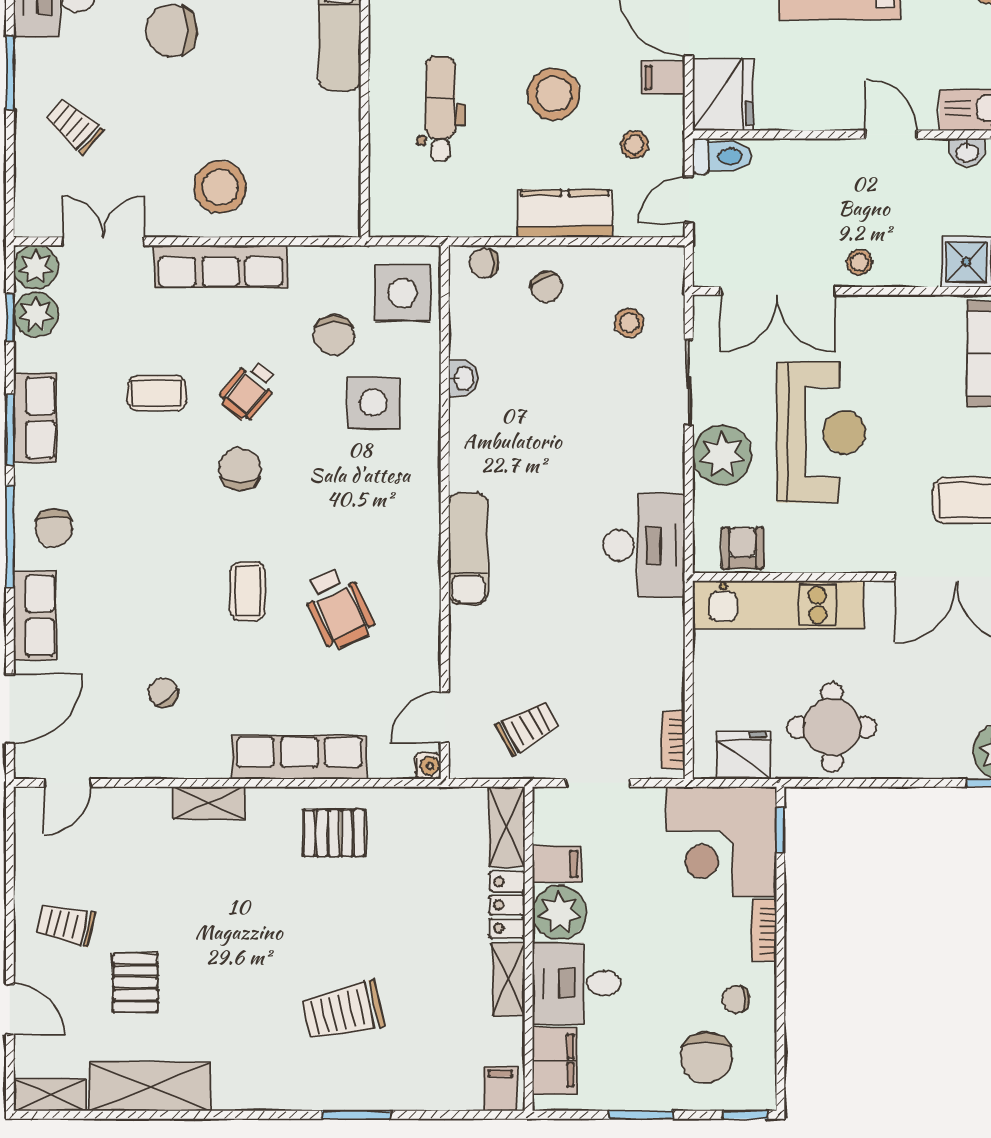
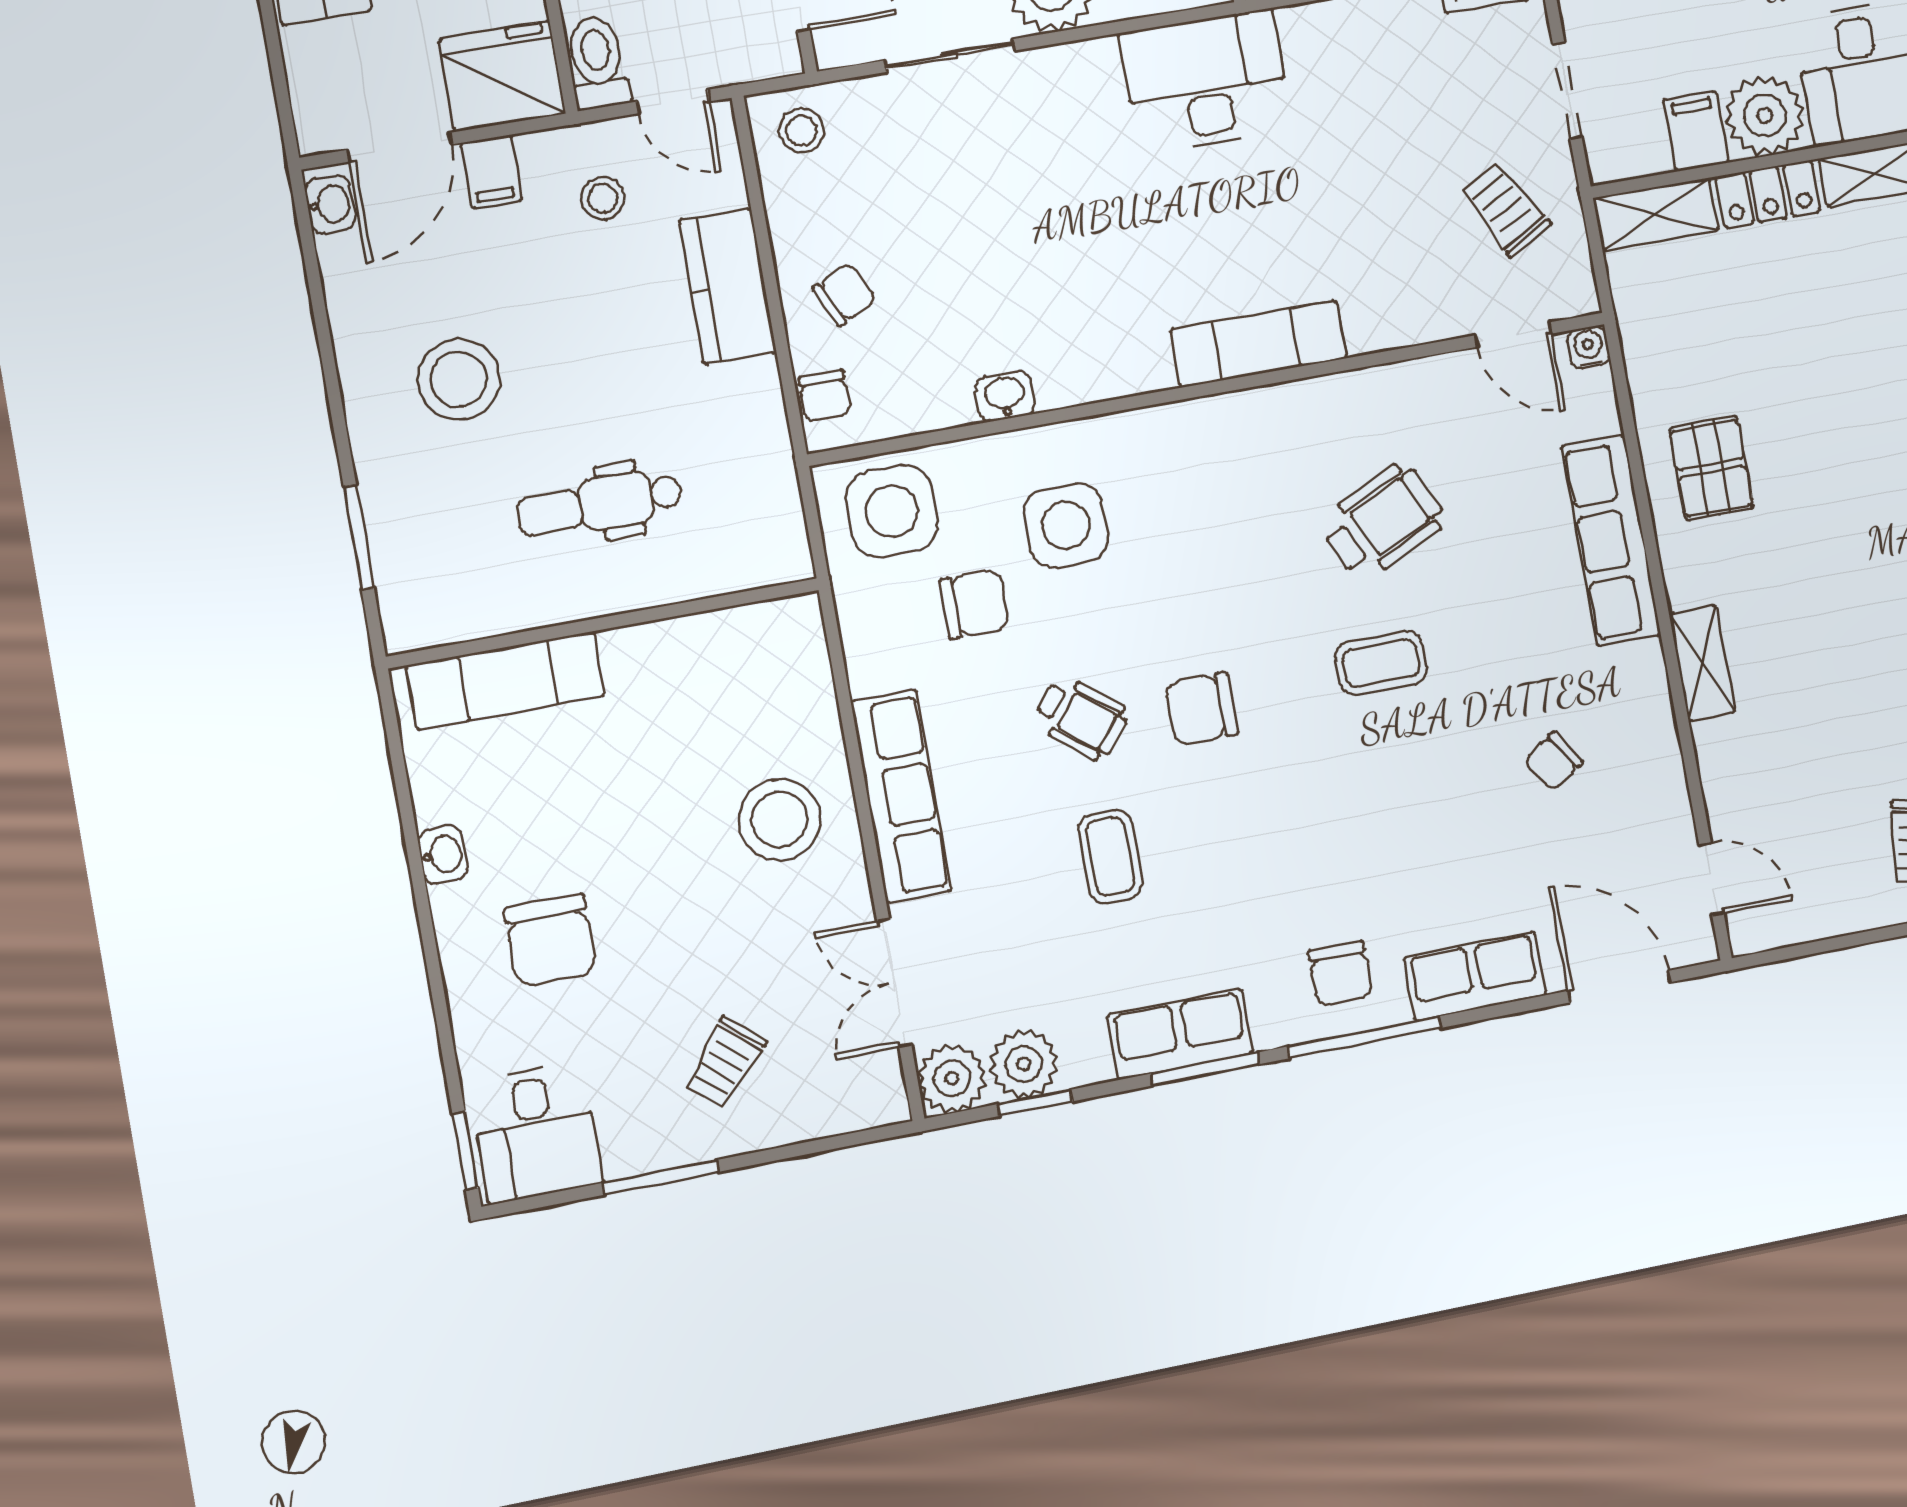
stool: (554, 94) -> (459, 379), moved
stool: (629, 323) -> (802, 130), moved
chair: (54, 528) -> (1340, 973), turned 90

